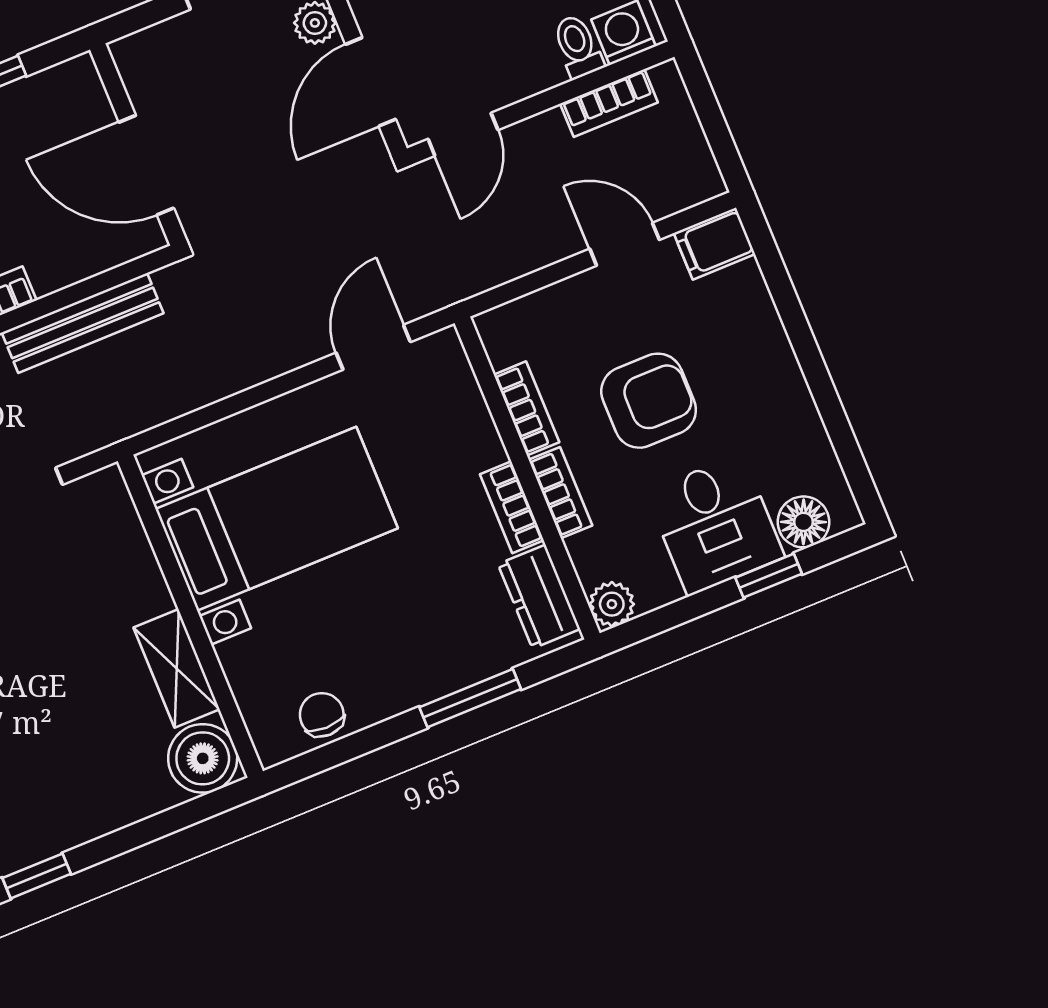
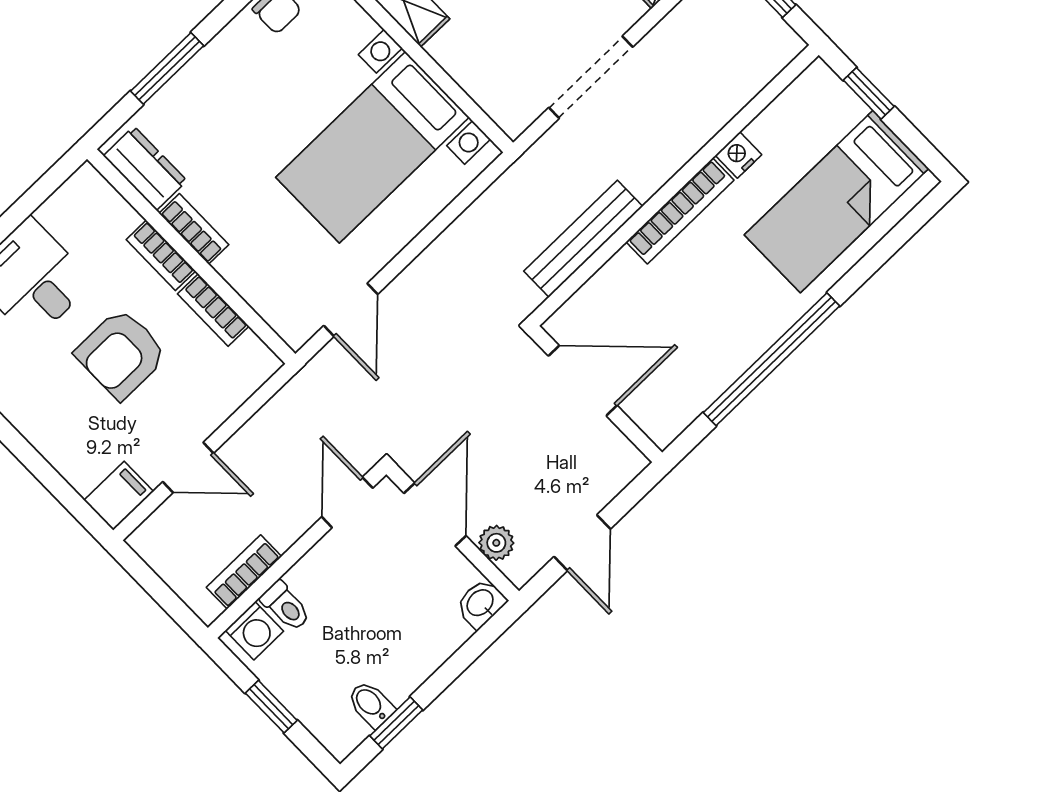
plant: (612, 604) -> (87, 185), removed

